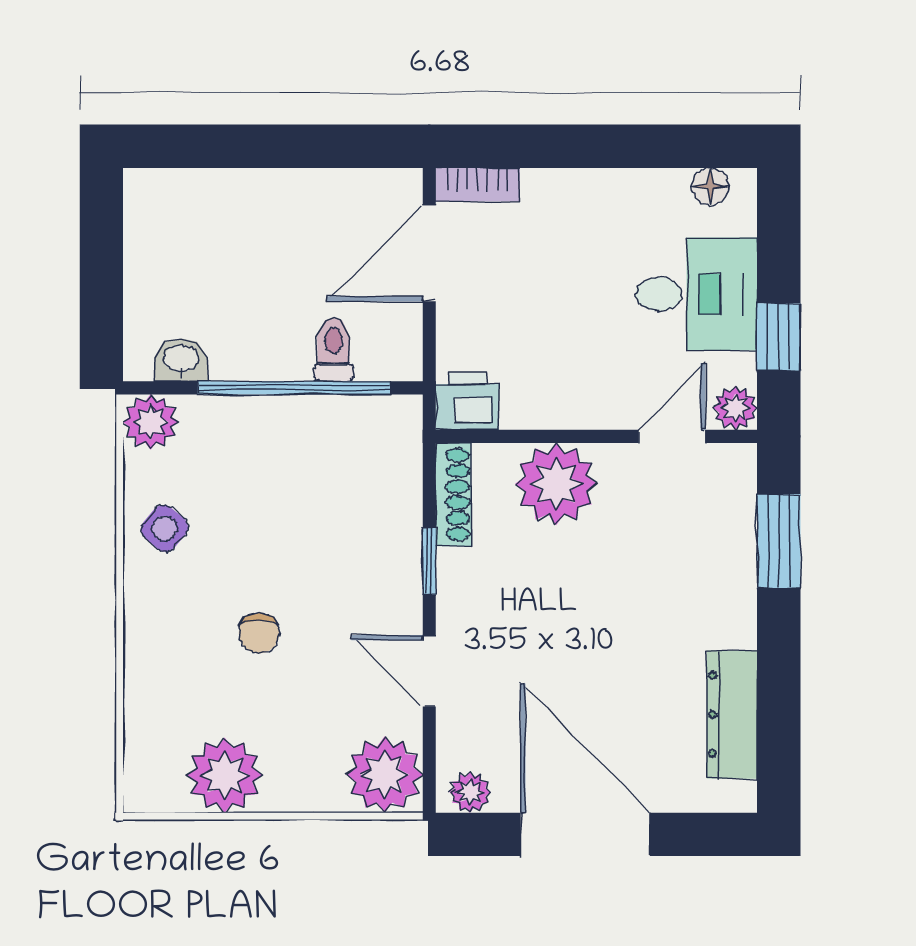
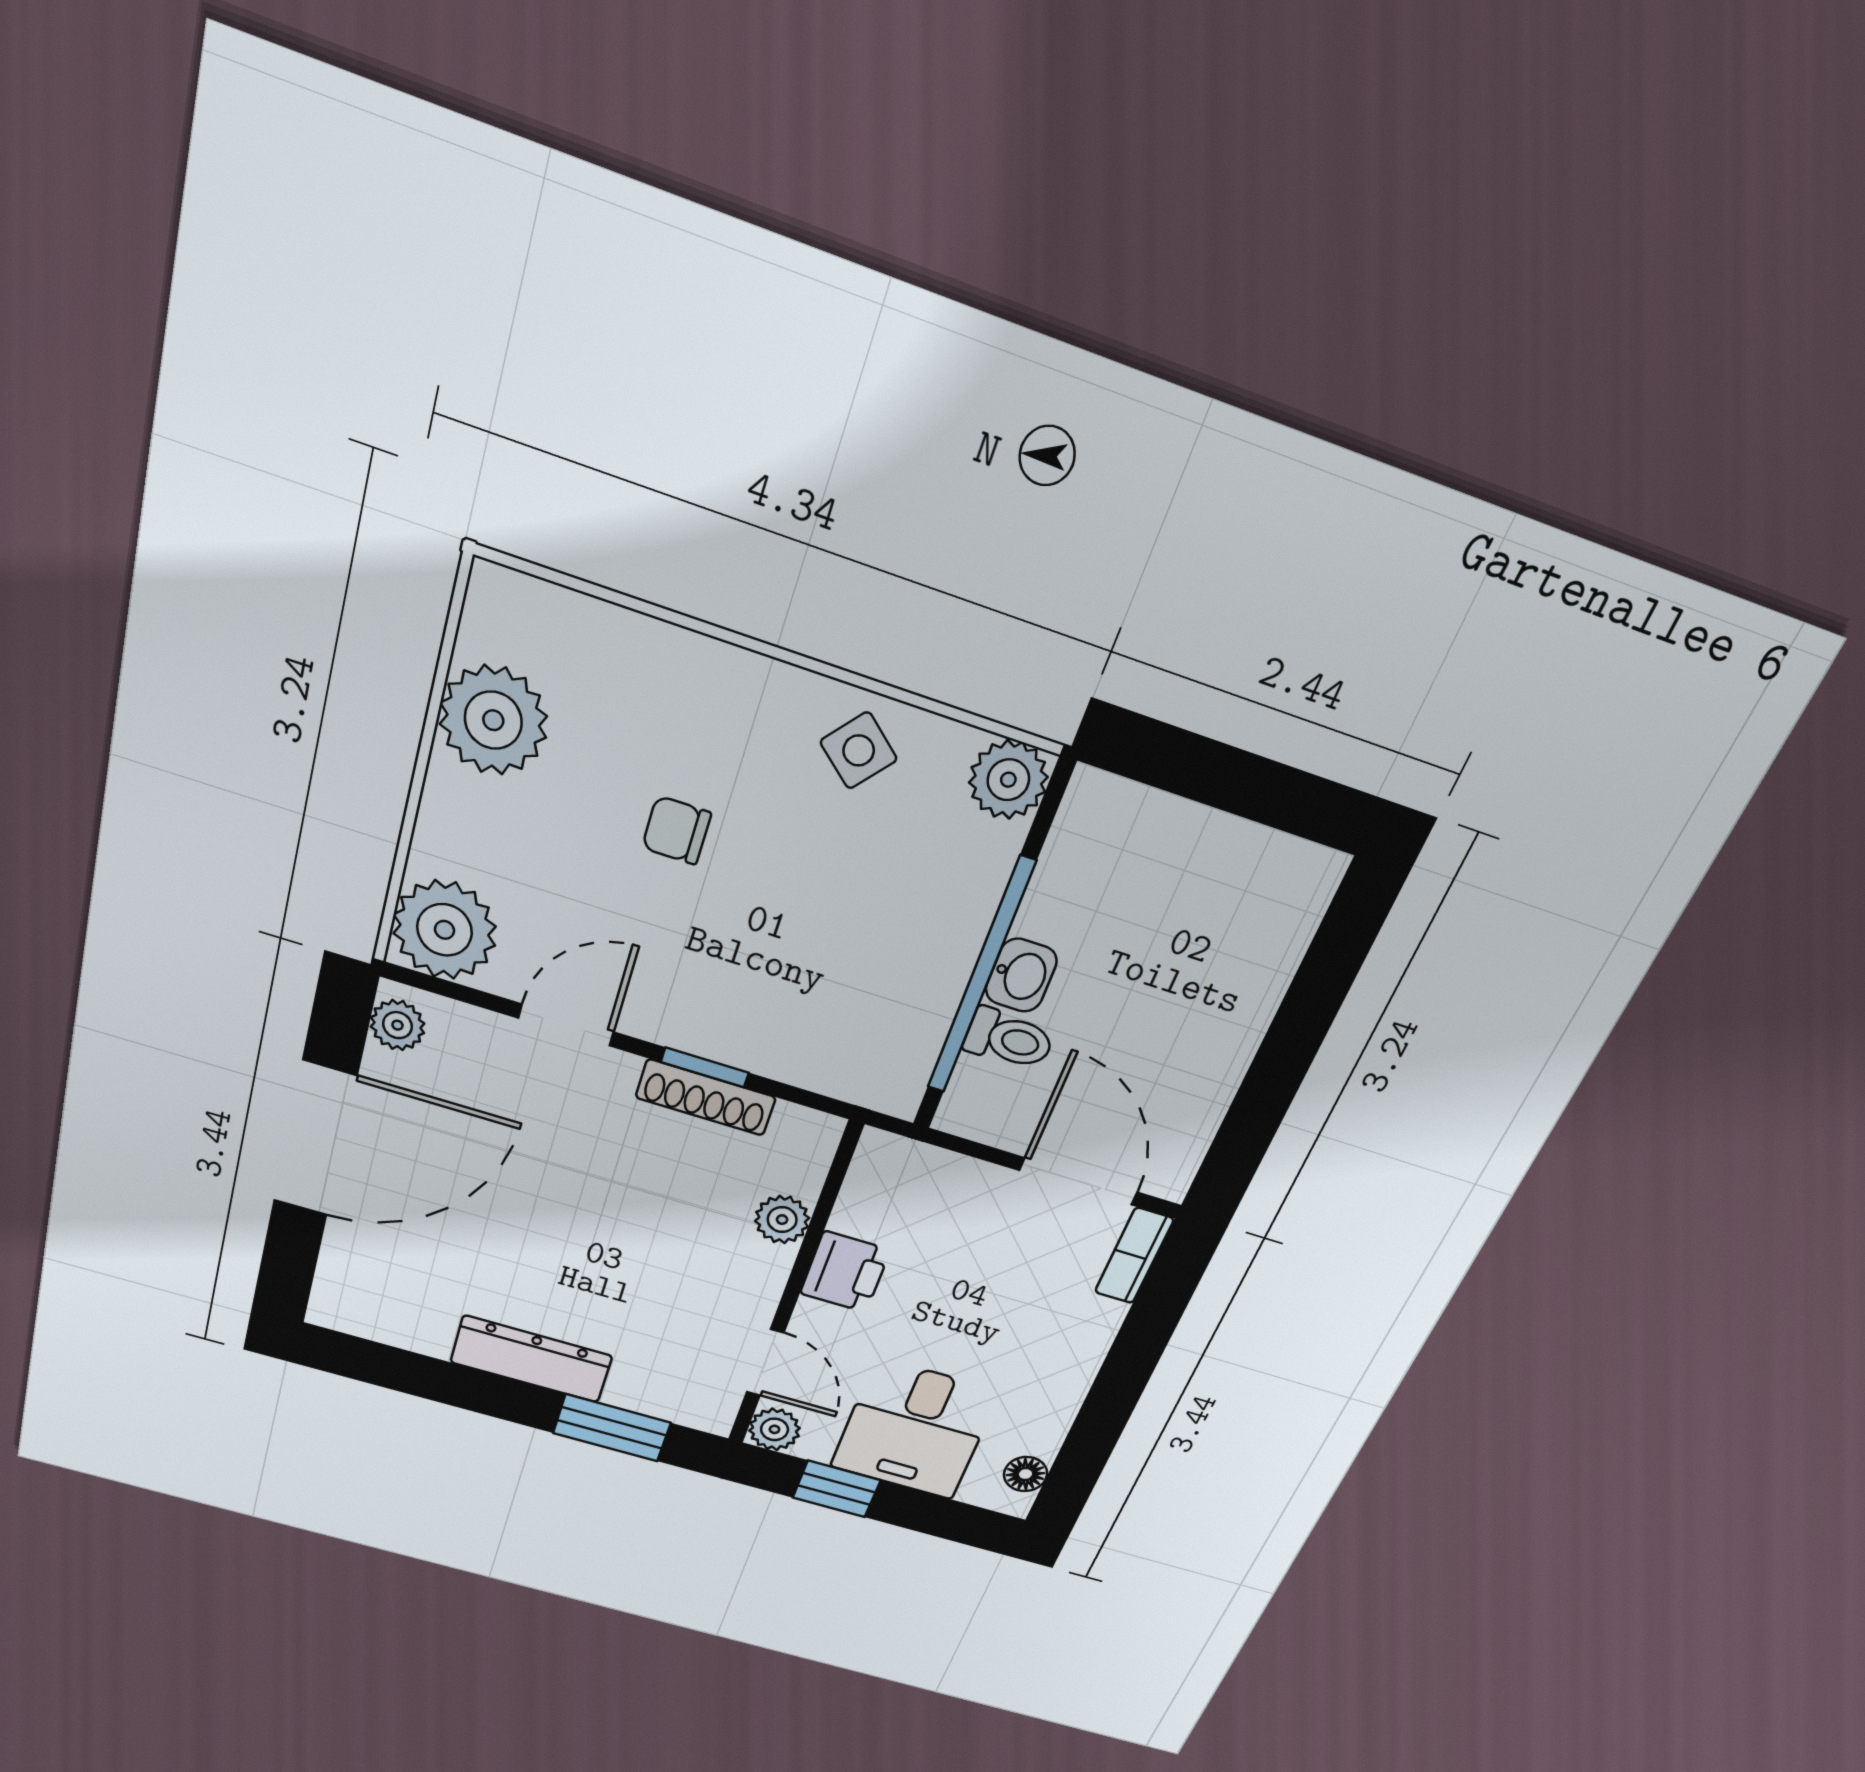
washbasin: (181, 360) -> (1021, 975), moved
printer: (467, 401) -> (845, 1272), moved
plant: (556, 484) -> (782, 1220), width x0.53, depth x0.53
shoe rack: (453, 494) -> (706, 1097), moved
dresser: (732, 714) -> (531, 1359), moved

